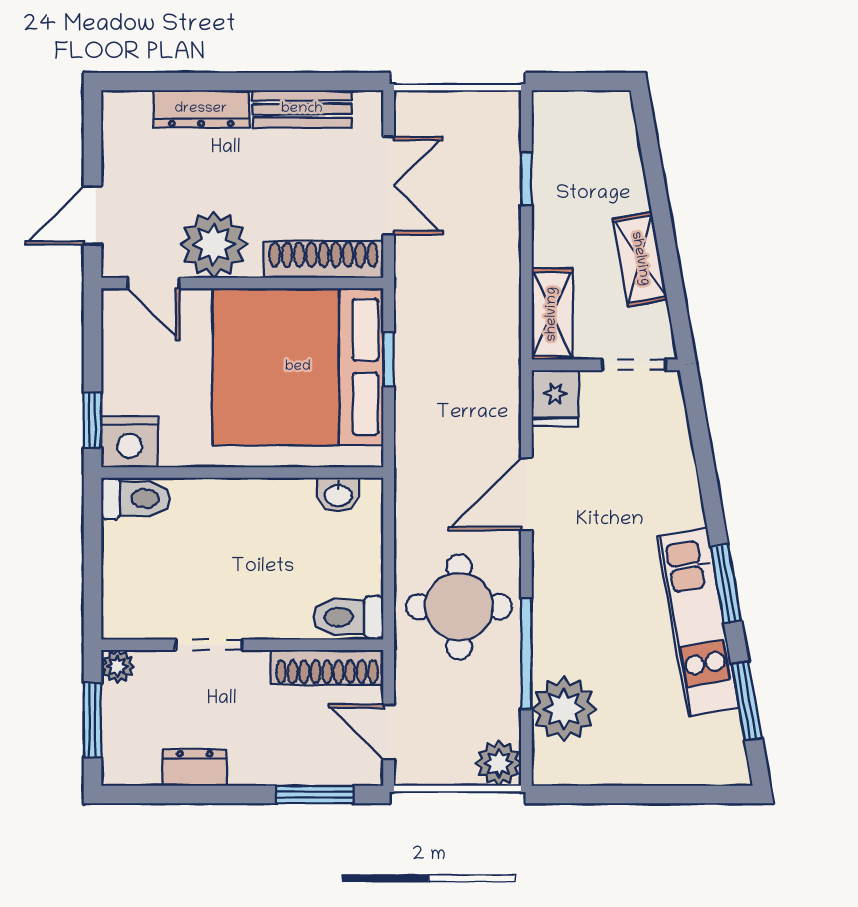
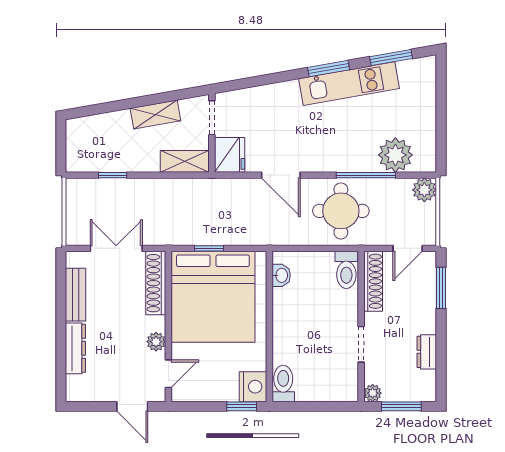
plant: (214, 244) -> (156, 342), width x0.53, depth x0.53
fridge: (555, 398) -> (230, 155), width x1.38

